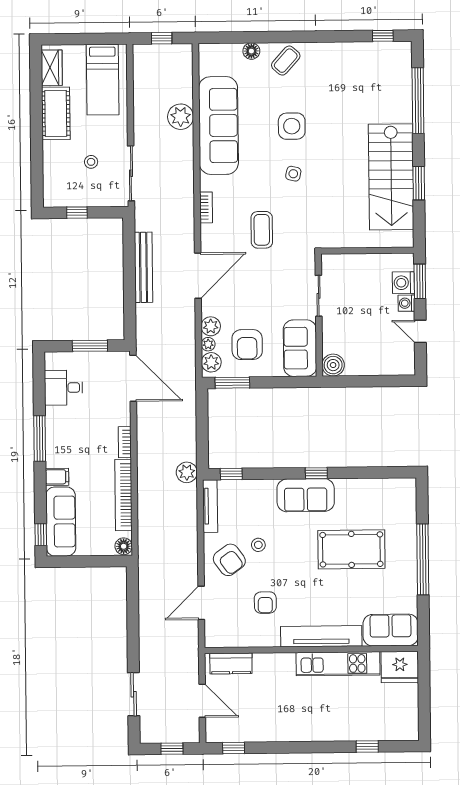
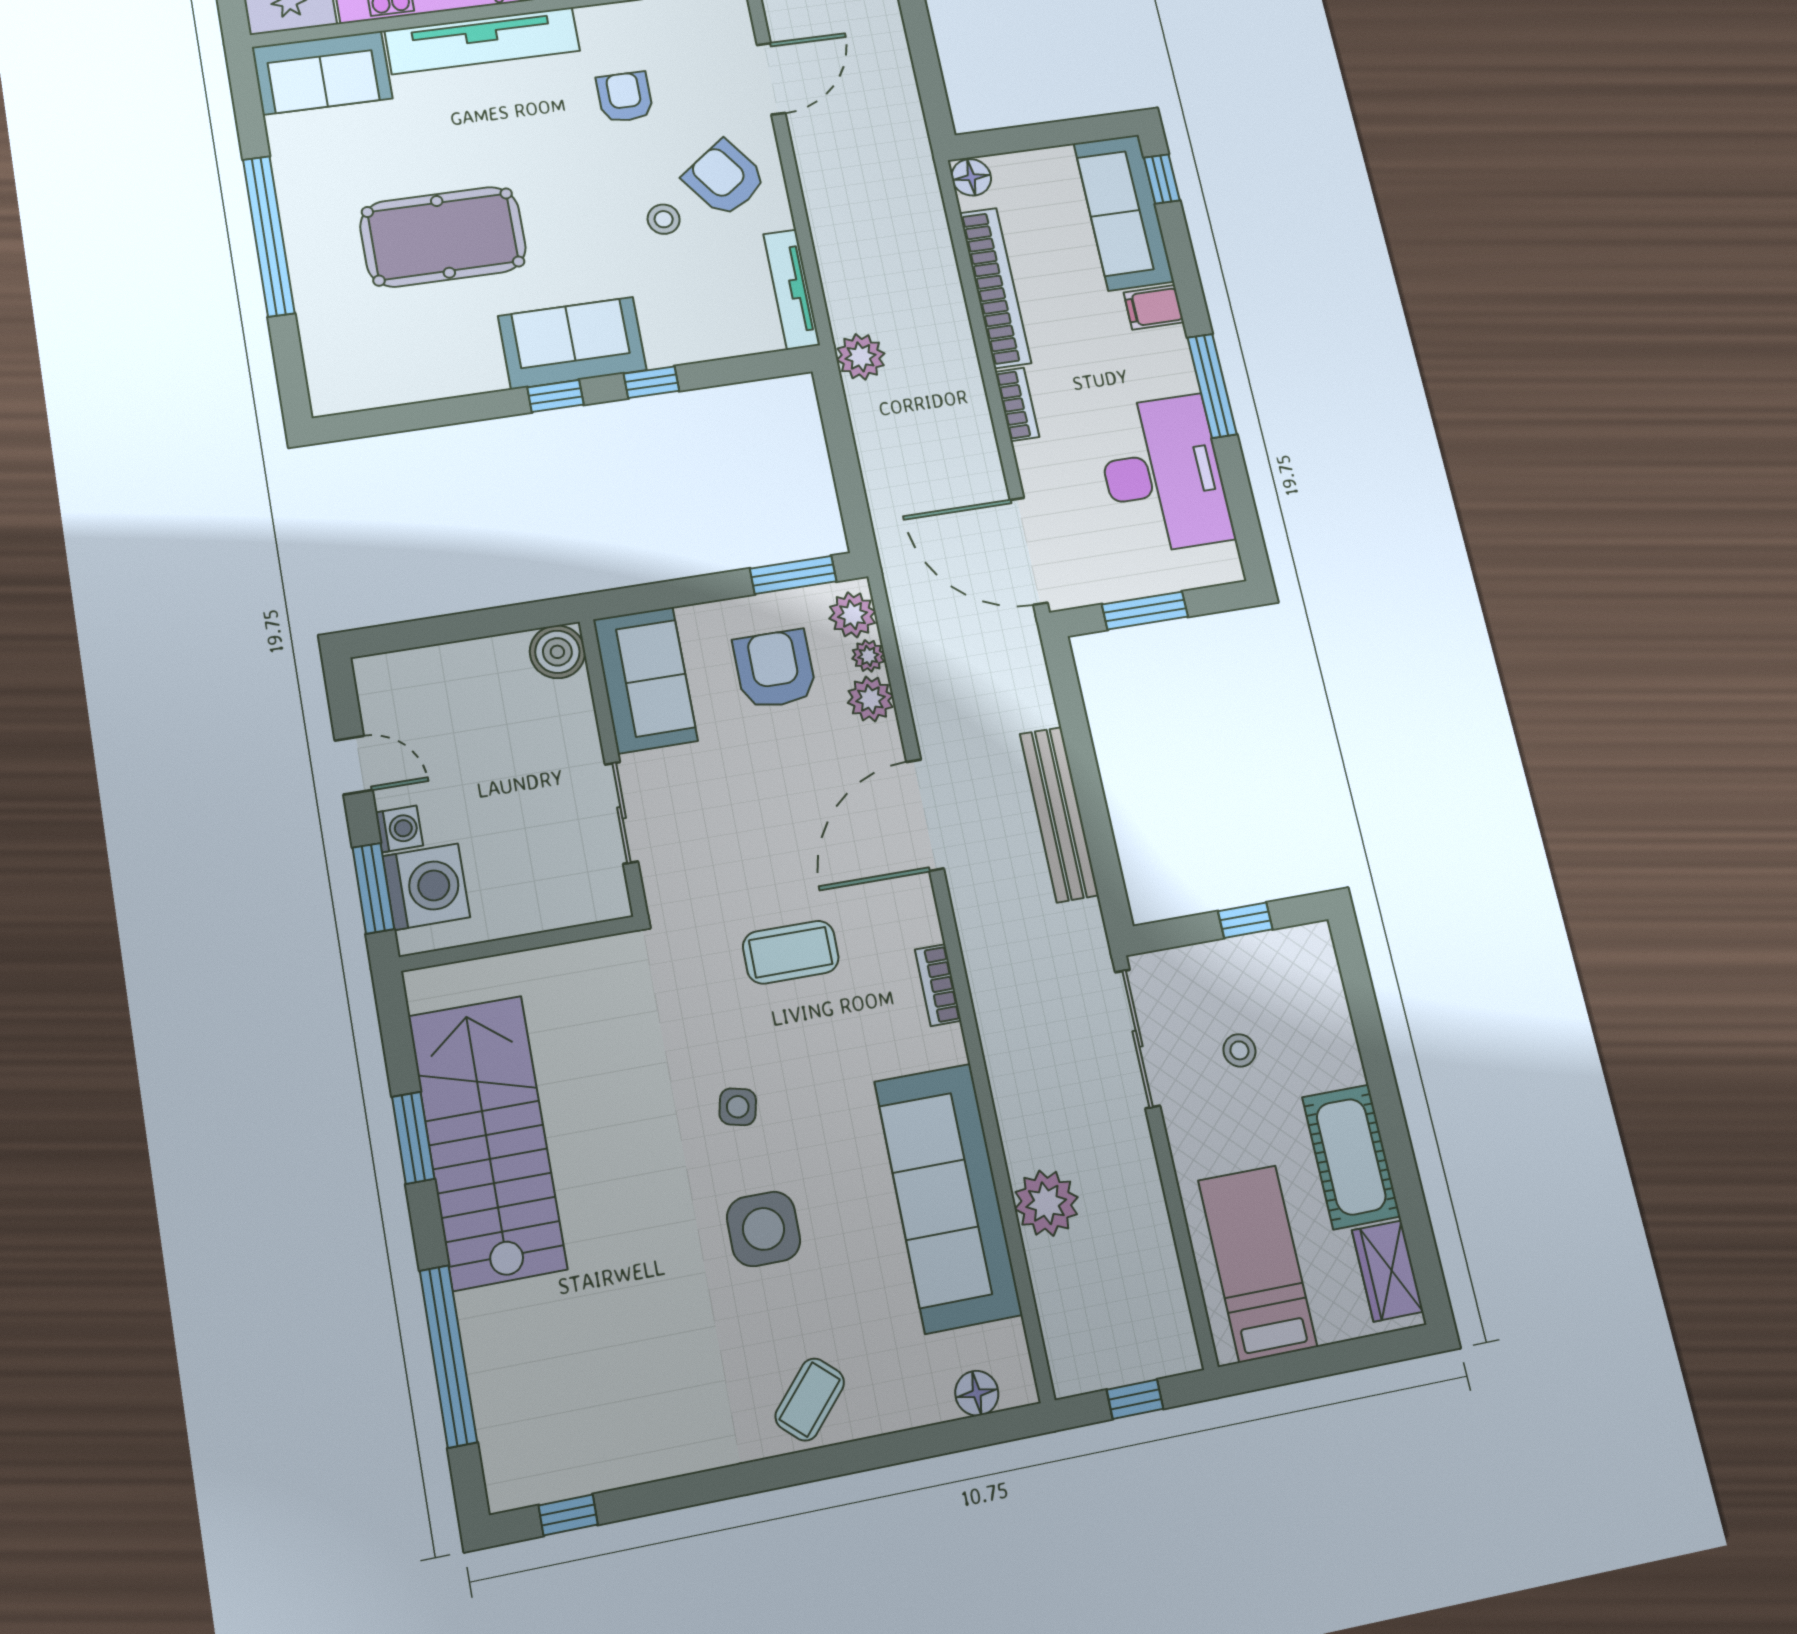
floor lamp: (251, 51) -> (977, 1393), moved
coffee table: (262, 230) -> (791, 952), turned 90
washing machine: (403, 283) -> (426, 887), width x1.37, depth x1.37
desk: (64, 388) -> (1163, 474), width x1.87, depth x1.30
window: (231, 474) -> (651, 382), moved

